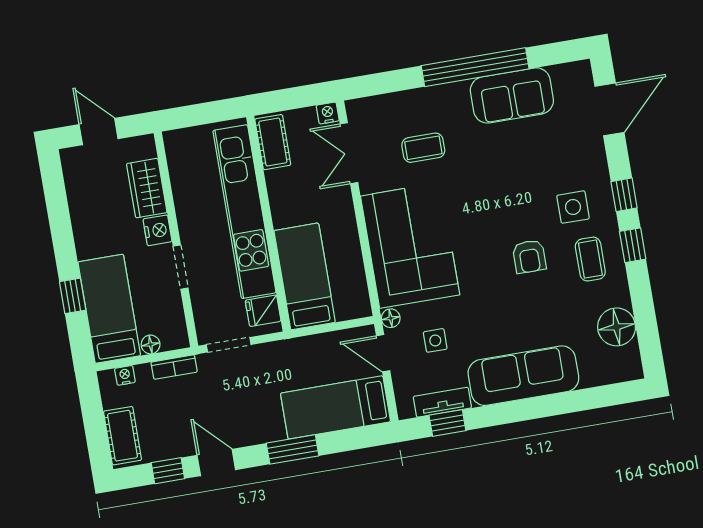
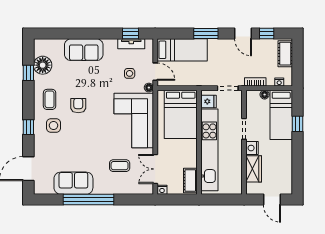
double door: (349, 153) -> (155, 169), swing flipped
window: (633, 245) -> (28, 73), moved
bed: (305, 276) -> (181, 114), width x1.50
sofa: (523, 376) -> (84, 50), width x0.73

